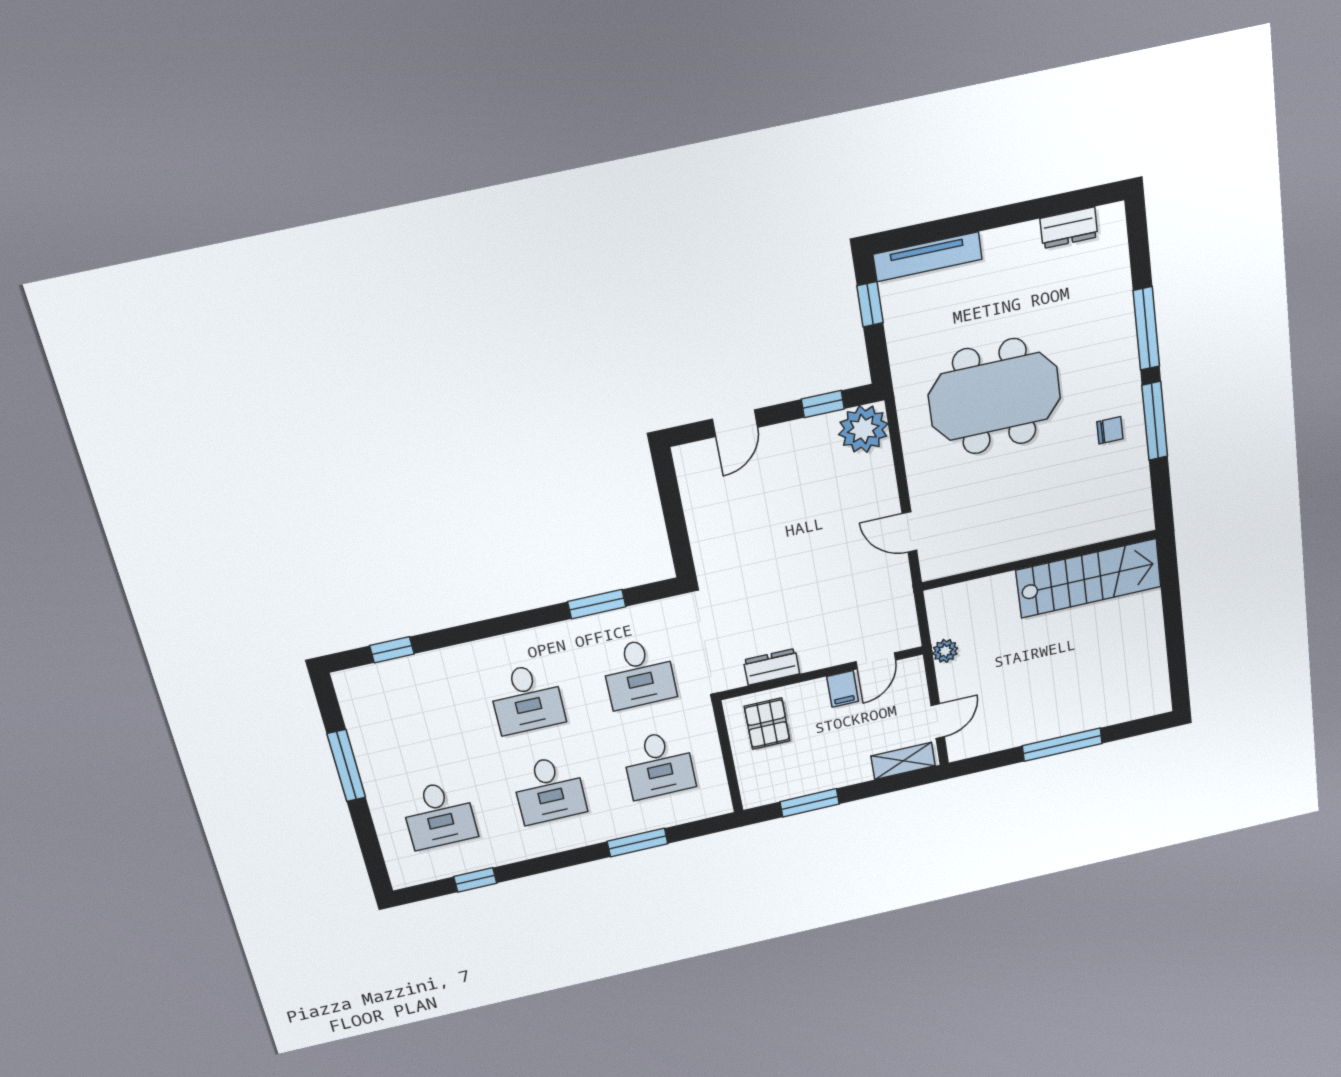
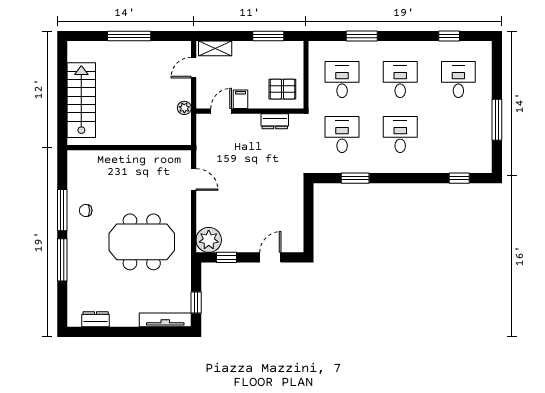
stairs: (1089, 578) -> (81, 100), moved, turned 90
pallet: (767, 724) -> (282, 89), turned 90

